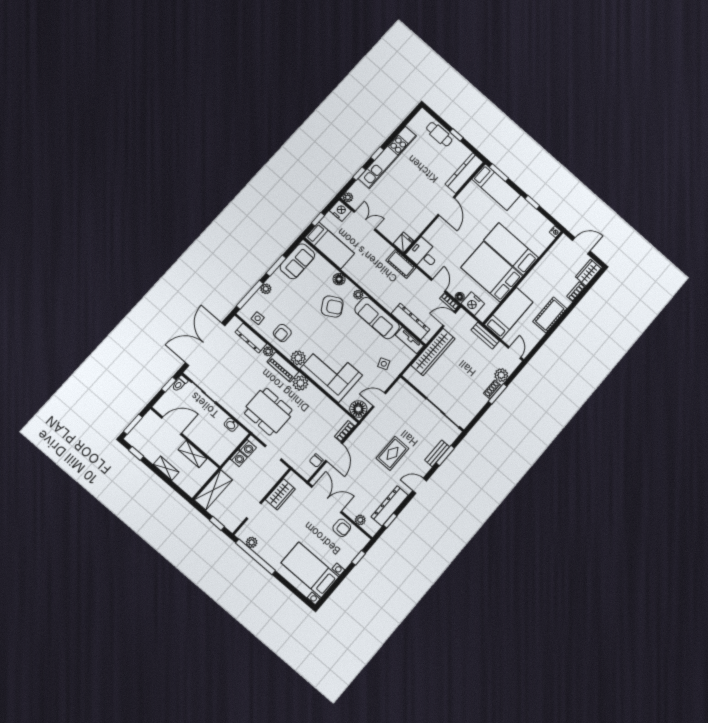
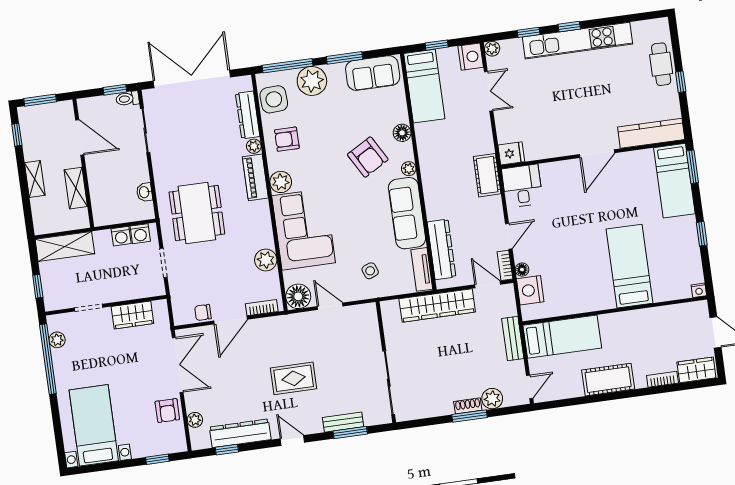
bed: (492, 272) -> (584, 273), removed
plant: (266, 289) -> (312, 81), width x1.87, depth x1.87
side table: (258, 318) -> (274, 99), width x1.87, depth x1.87
plant: (300, 383) -> (266, 260), moved

